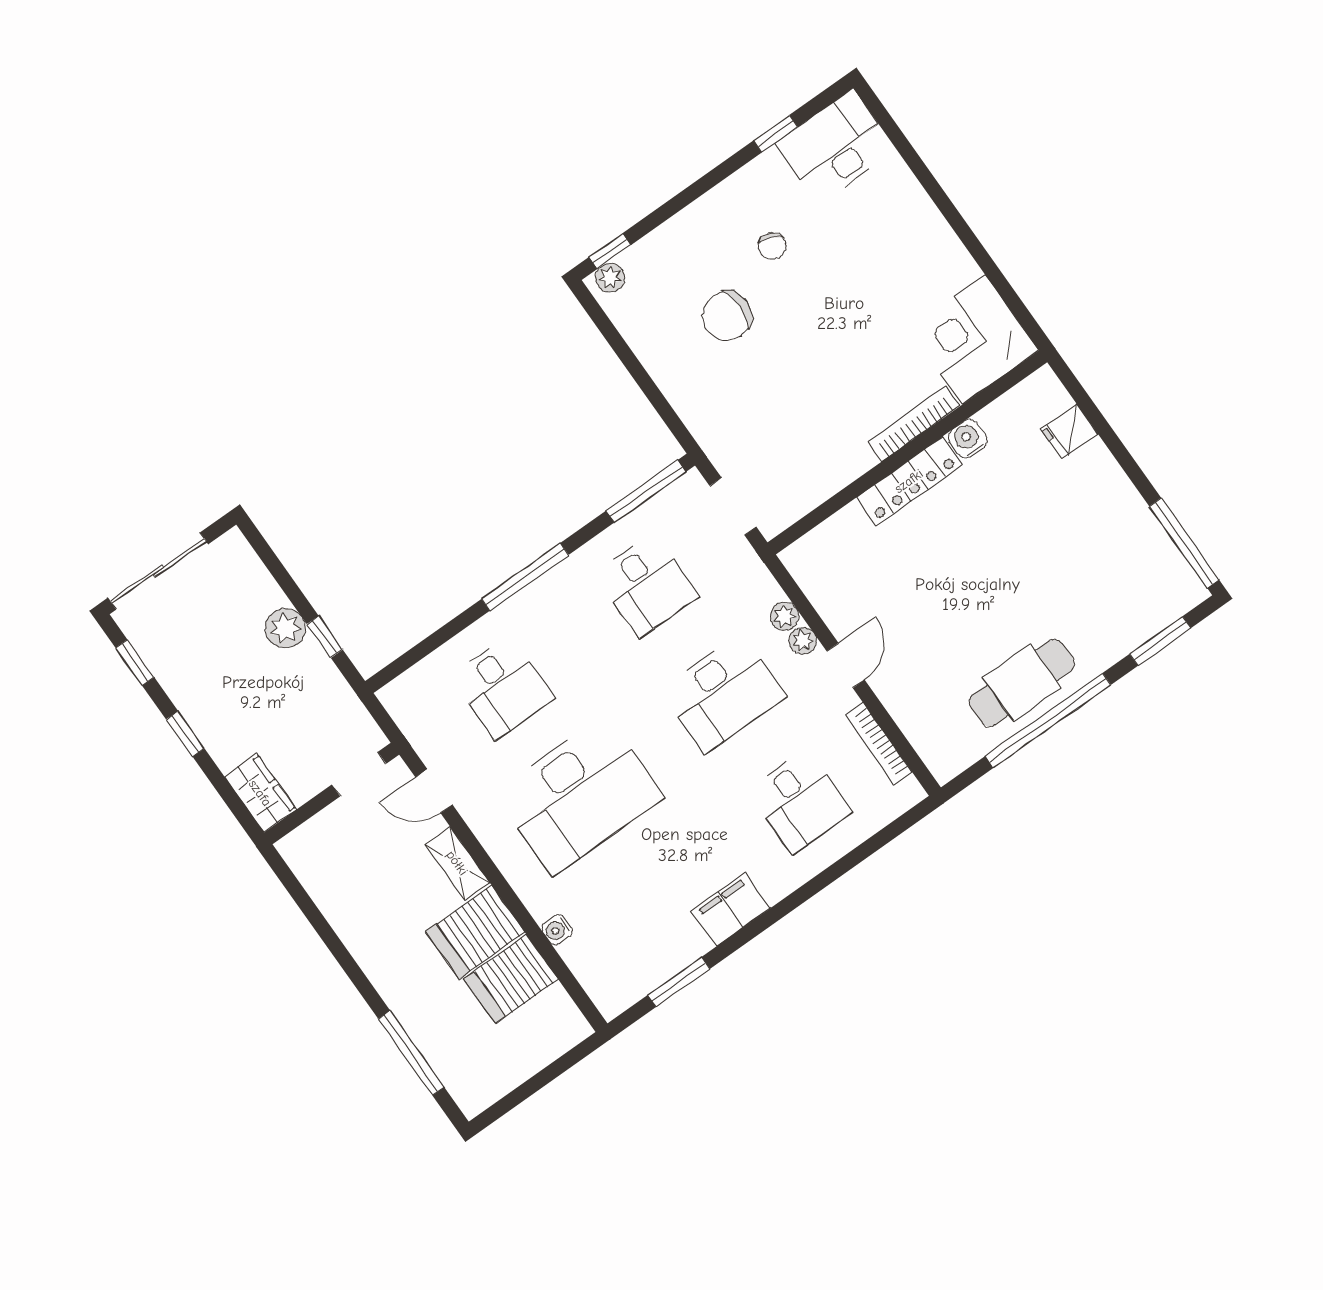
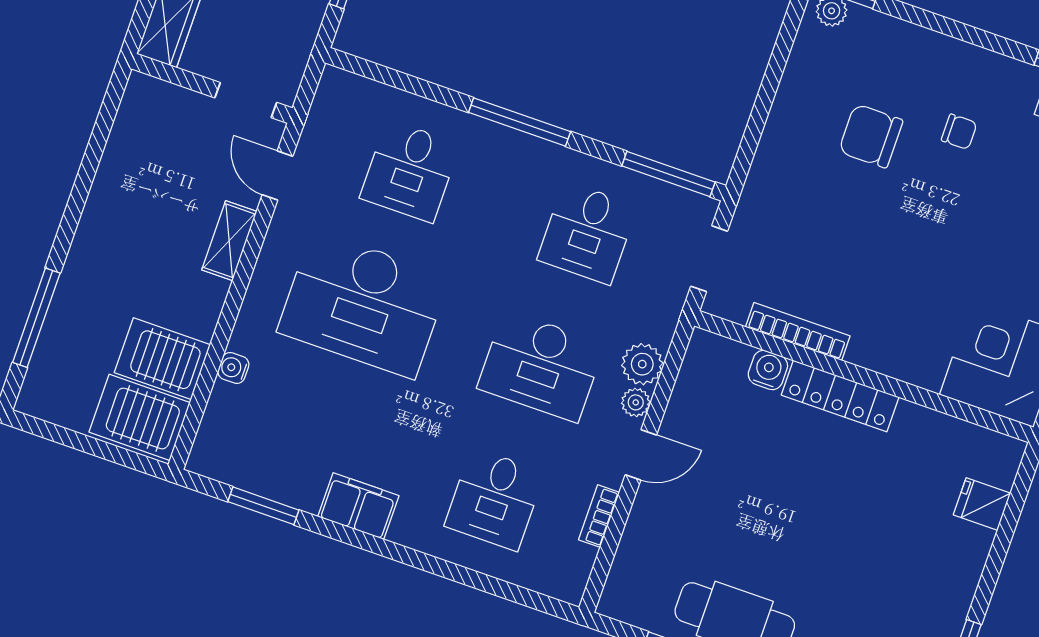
chair: (772, 246) -> (959, 132), turned -114
bookcase: (914, 424) -> (798, 332), moved
water cooler: (968, 439) -> (768, 370), moved
plant: (784, 616) -> (642, 364), width x1.38, depth x1.38
bookcase: (879, 744) -> (599, 516), width x0.64
server rack: (475, 932) -> (140, 417), moved

